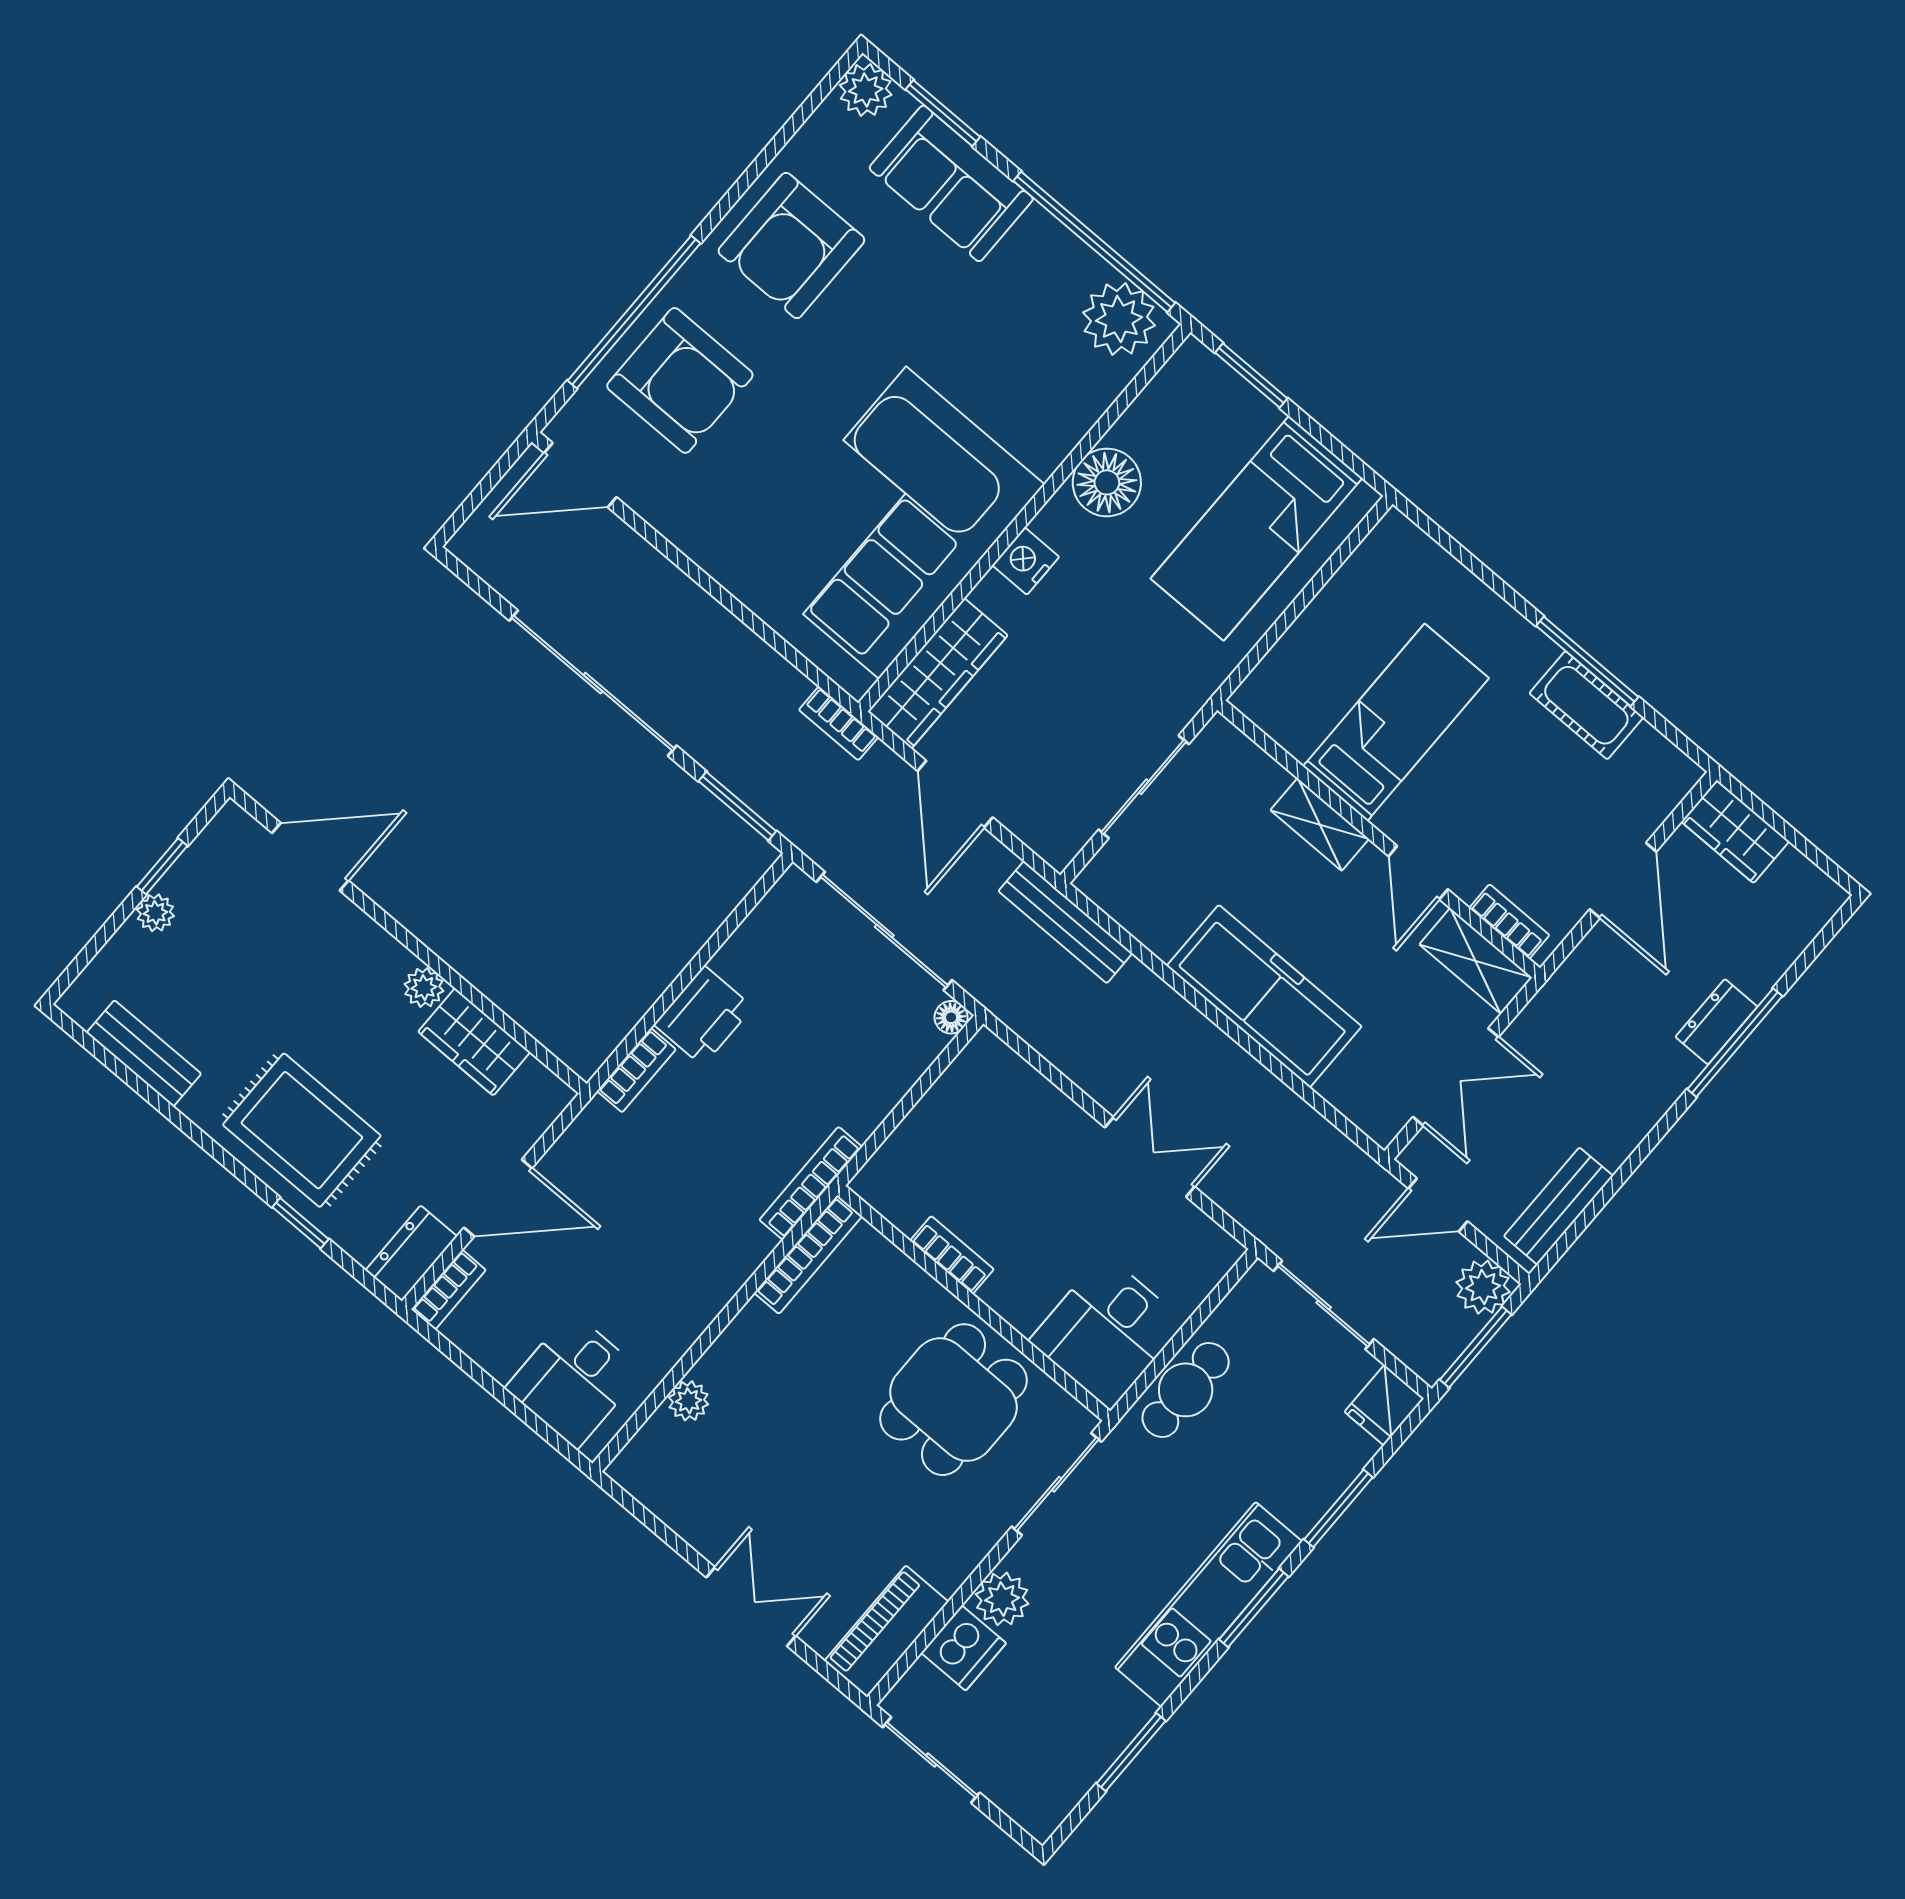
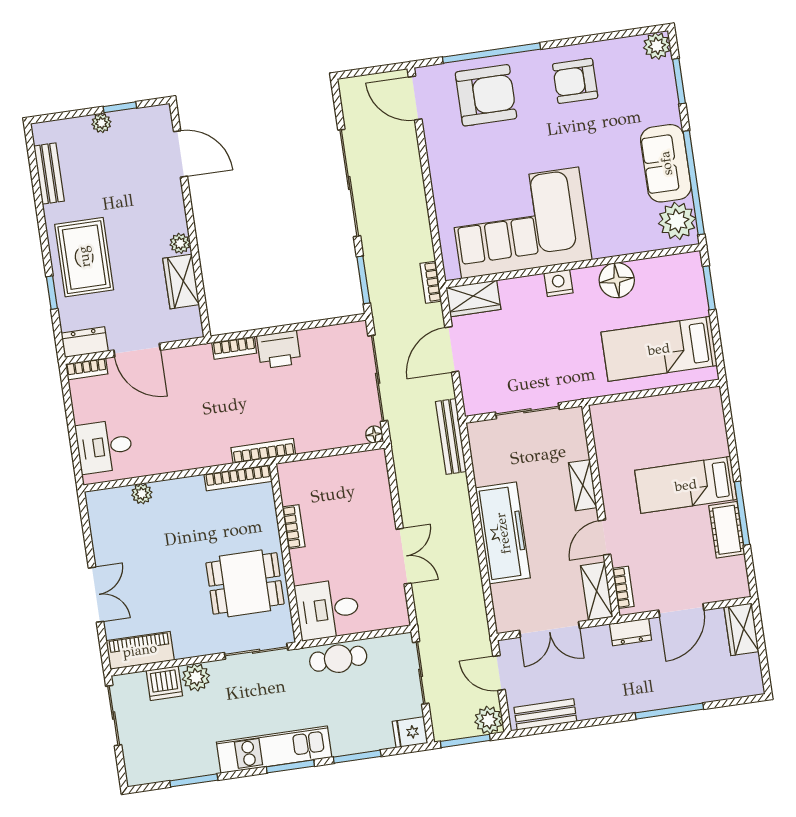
sofa: (951, 183) -> (666, 163), moved
armchair: (791, 245) -> (575, 81), width x0.73, depth x0.73
armchair: (680, 380) -> (486, 95), turned -90
wardrobe: (938, 673) -> (473, 298), width x0.67
bed: (1396, 722) -> (686, 485), moved, turned 180
dresser: (1716, 1022) -> (631, 632), moved, turned 180

